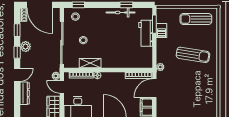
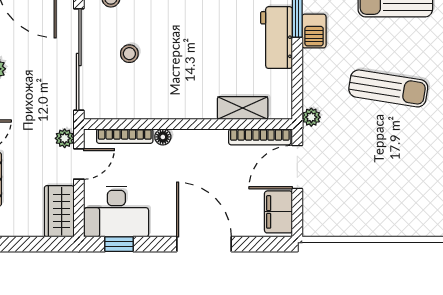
shelving: (90, 63) -> (243, 108), moved
door: (62, 87) -> (79, 164), swing flipped

